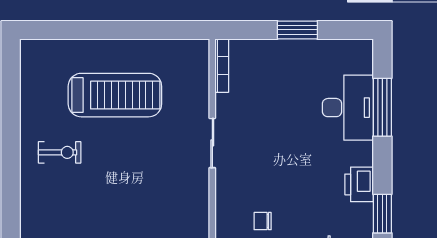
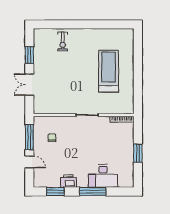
treadmill: (115, 95) -> (109, 71), turned 180
window: (382, 107) -> (93, 191), moved
exercise bike: (60, 152) -> (63, 41), moved

